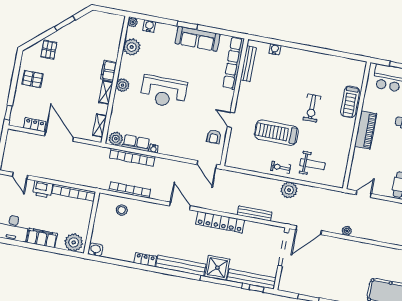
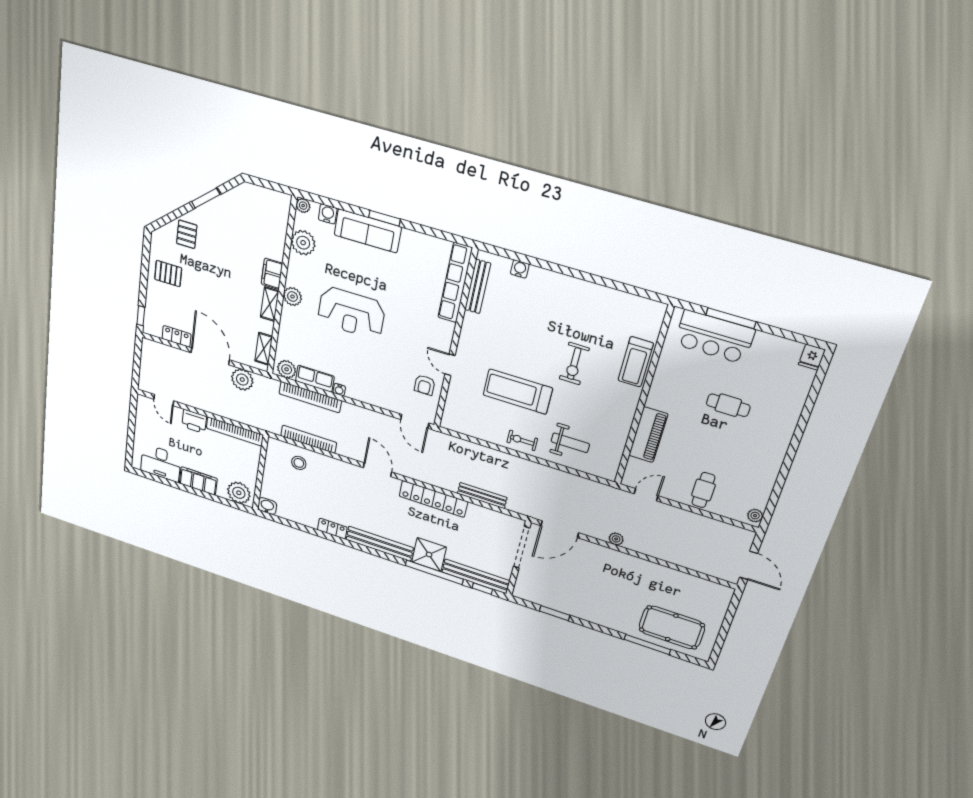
sofa: (198, 39) -> (368, 231), moved
piano: (366, 130) -> (648, 435), moved
plant: (289, 190) -> (242, 380), moved

